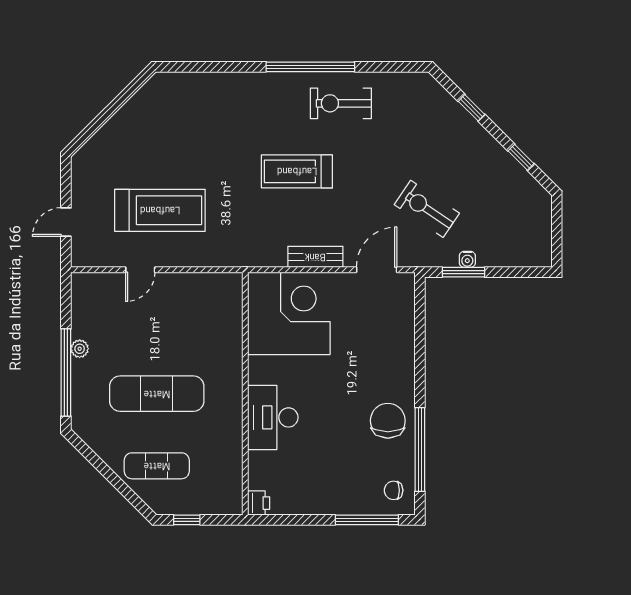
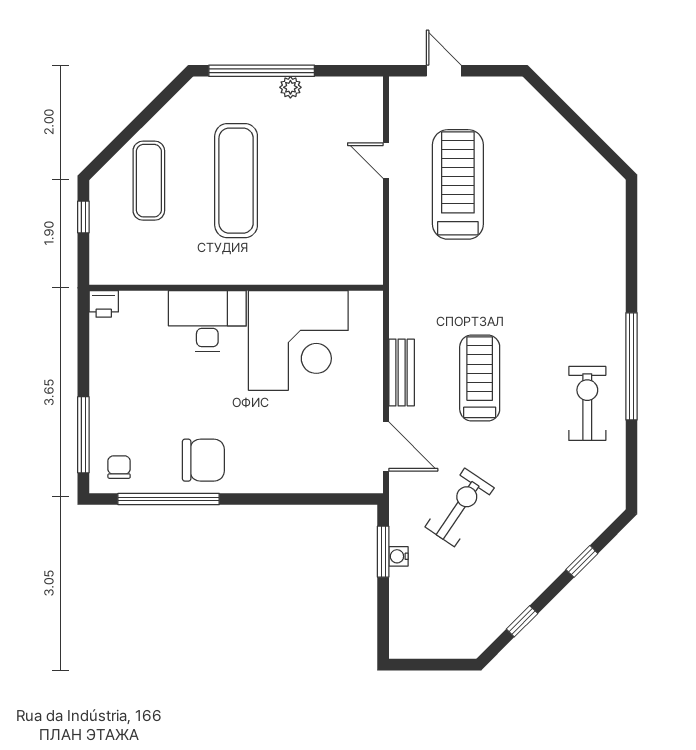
treadmill: (297, 171) -> (480, 378), moved
treadmill: (160, 210) -> (458, 184), turned 180
corner desk: (289, 313) -> (298, 340), moved

